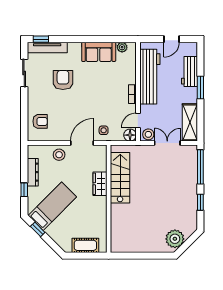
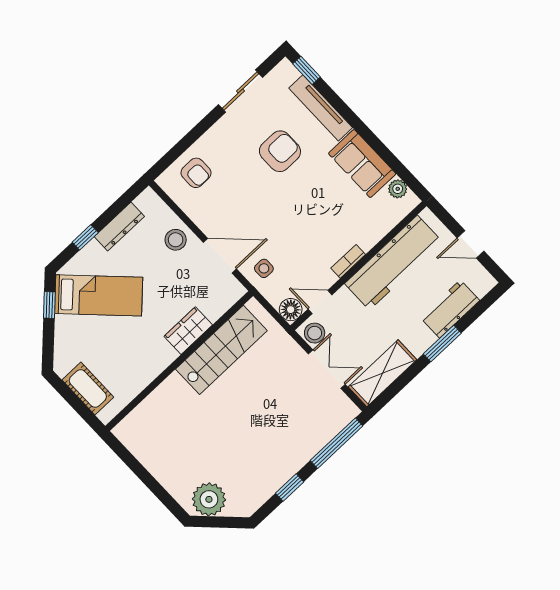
tv unit: (47, 48) -> (321, 108), moved

